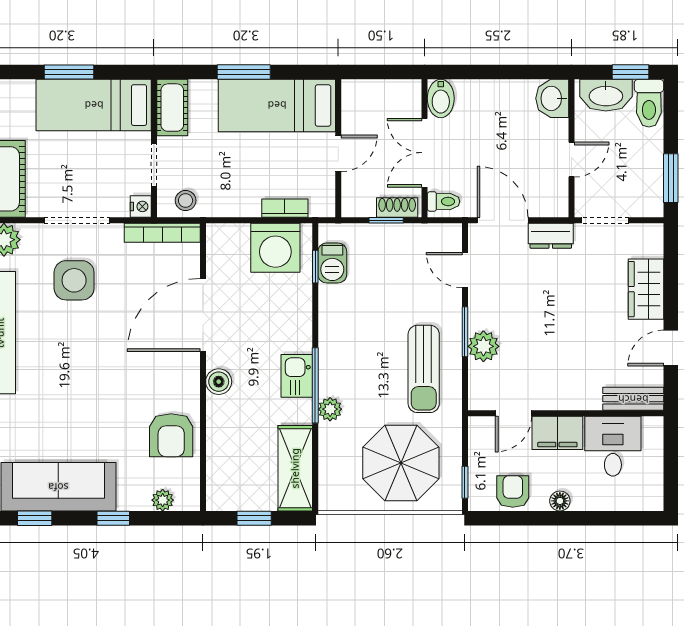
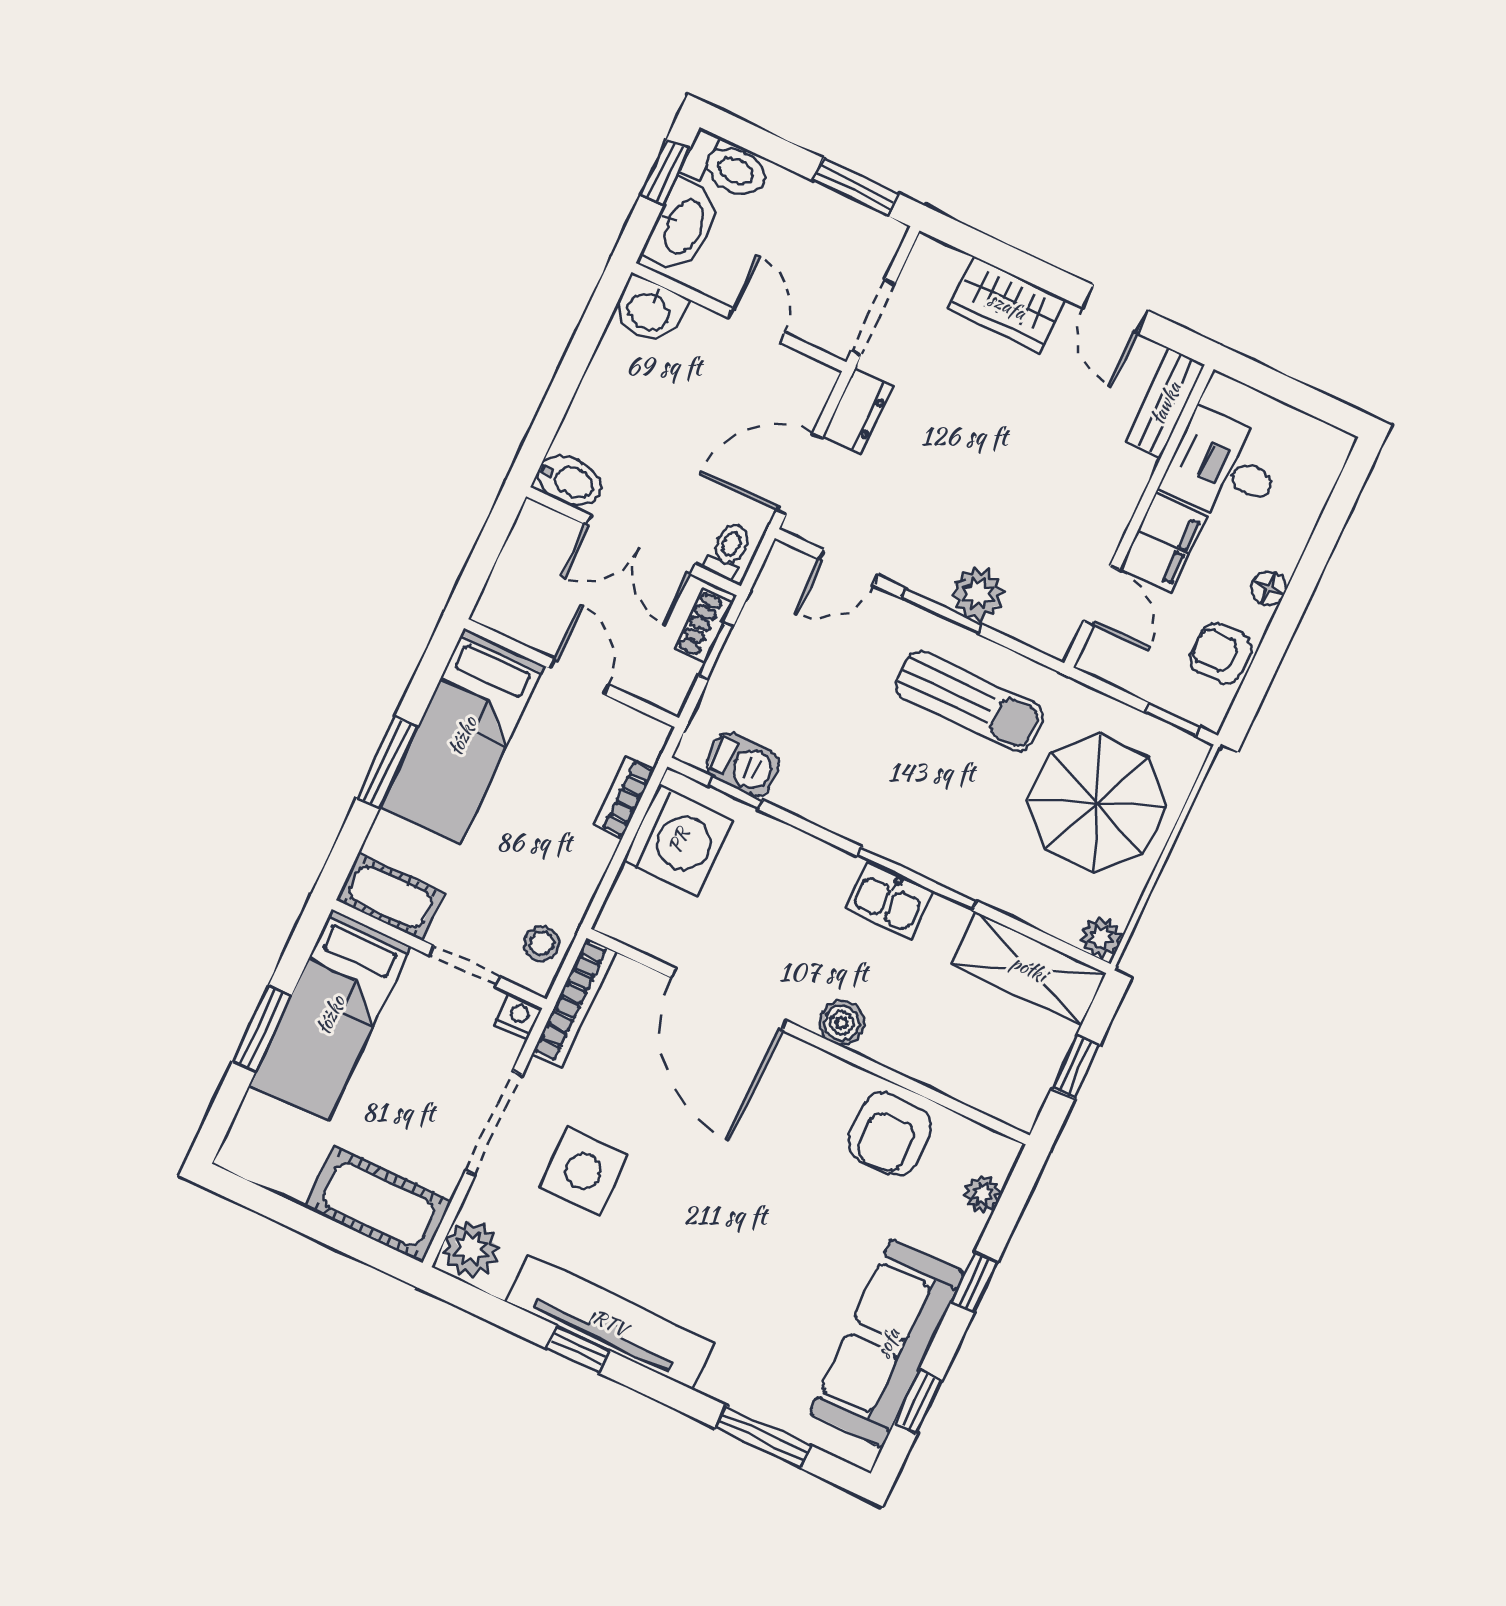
plant: (330, 409) -> (1101, 937), moved
armchair: (171, 435) -> (889, 1134), turned 90

